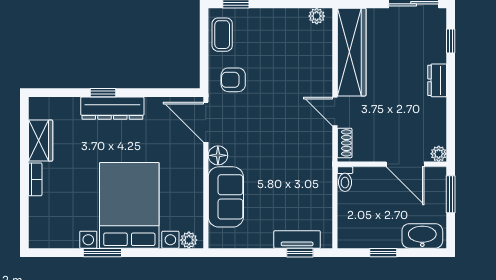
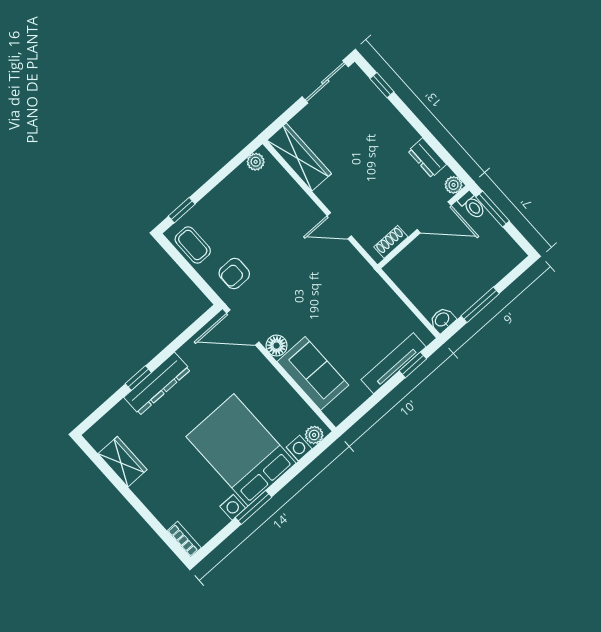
wardrobe: (352, 52) -> (299, 157), width x0.71, depth x0.85
dresser: (437, 80) -> (427, 158), moved
shoe rack: (345, 143) -> (391, 242), moved, turned -90
bookcase: (35, 179) -> (184, 539), moved
toilet: (345, 179) -> (472, 205), moved
washbasin: (422, 236) -> (442, 320), moved, width x0.52, depth x0.69
tv unit: (297, 239) -> (394, 363), width x1.41
window: (383, 253) -> (480, 305), width x1.50

